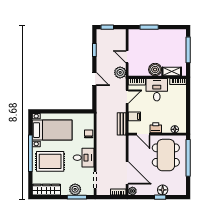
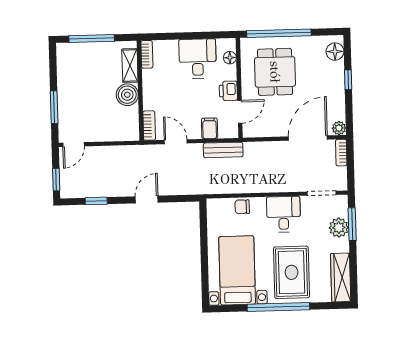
door: (127, 57) -> (74, 145), moved
plant: (120, 72) -> (134, 155), removed
desk: (157, 90) -> (198, 59), moved, turned 90
dining table: (166, 155) -> (275, 72), width x0.73
floor lamp: (163, 190) -> (335, 52), moved

